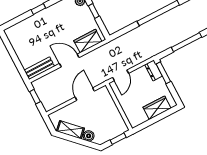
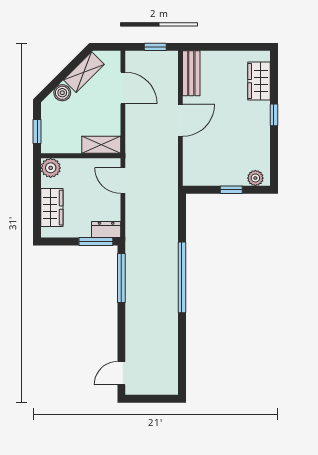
wardrobe: (88, 41) -> (259, 81), moved, turned 180
window: (187, 42) -> (121, 278), moved
door: (85, 94) -> (123, 88), moved
shelving: (107, 98) -> (101, 145), added
plant: (135, 120) -> (51, 168), added

